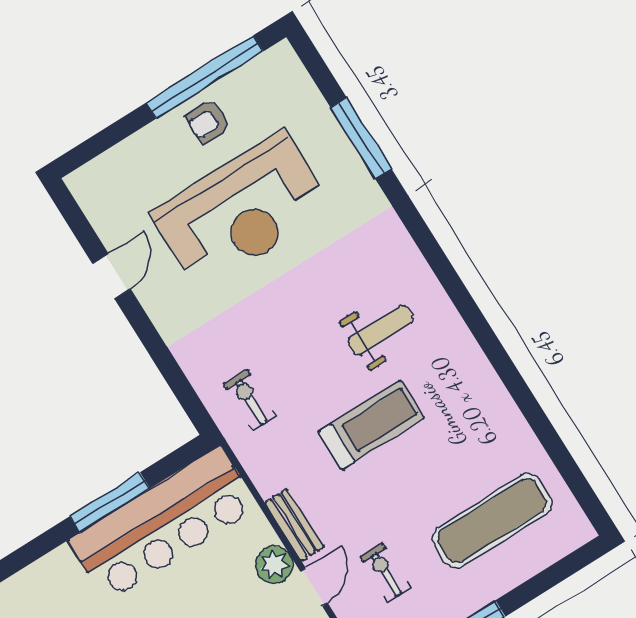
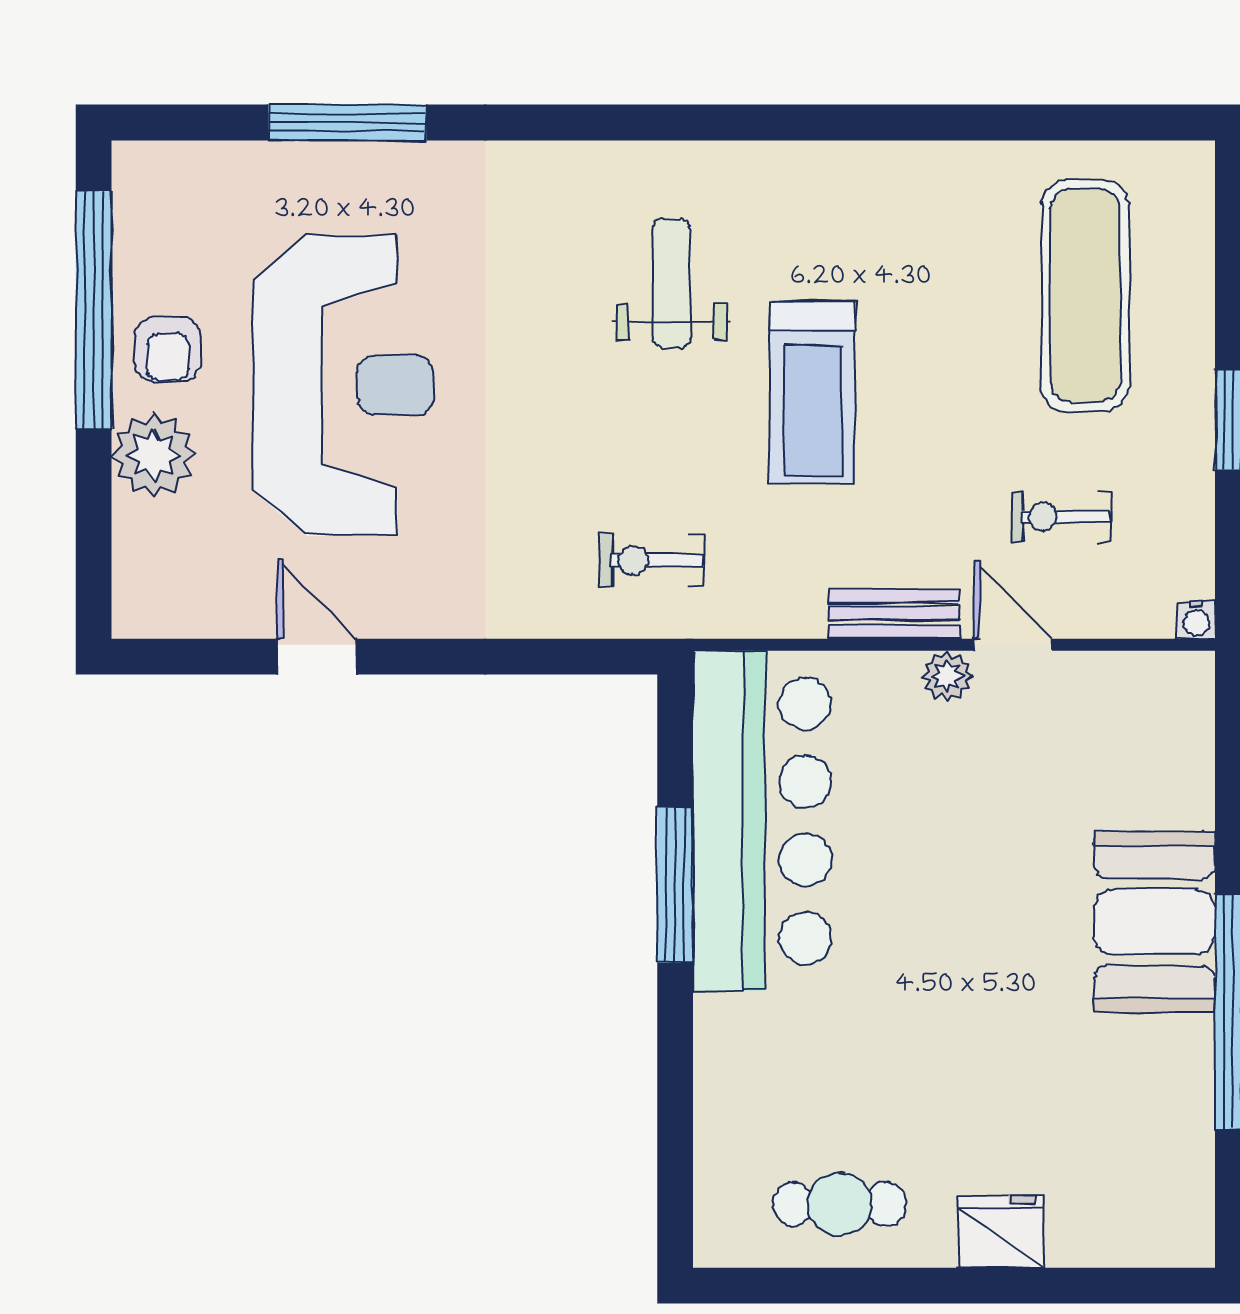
plant: (156, 145) -> (154, 455), added
treadmill: (371, 425) -> (813, 392), turned 180
plant: (274, 565) -> (947, 676), width x0.73, depth x0.73

